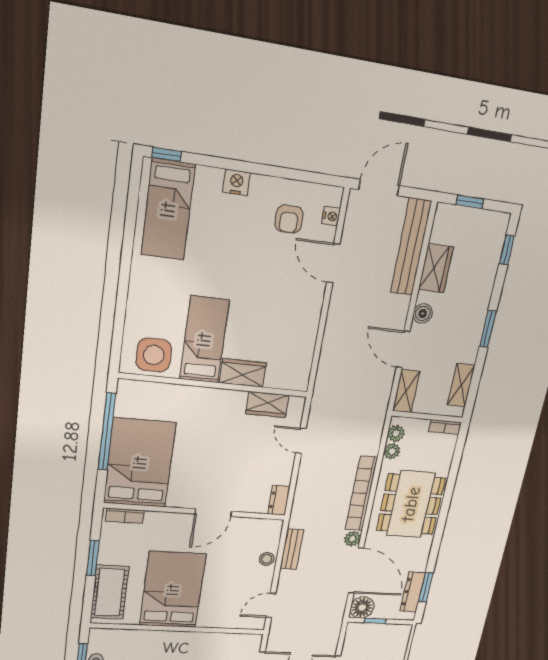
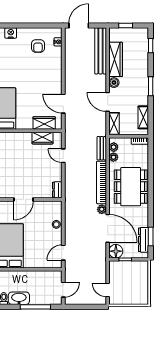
door: (333, 263) -> (63, 104), moved
wardrobe: (436, 268) -> (116, 59), width x1.50
wardrobe: (243, 373) -> (44, 123), moved
bench: (292, 549) -> (102, 148), moved

